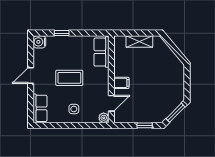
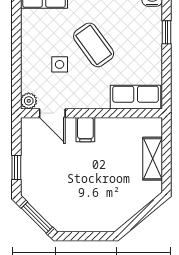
coffee table: (69, 78) -> (94, 45), turned -36
side table: (74, 109) -> (60, 64), moved

